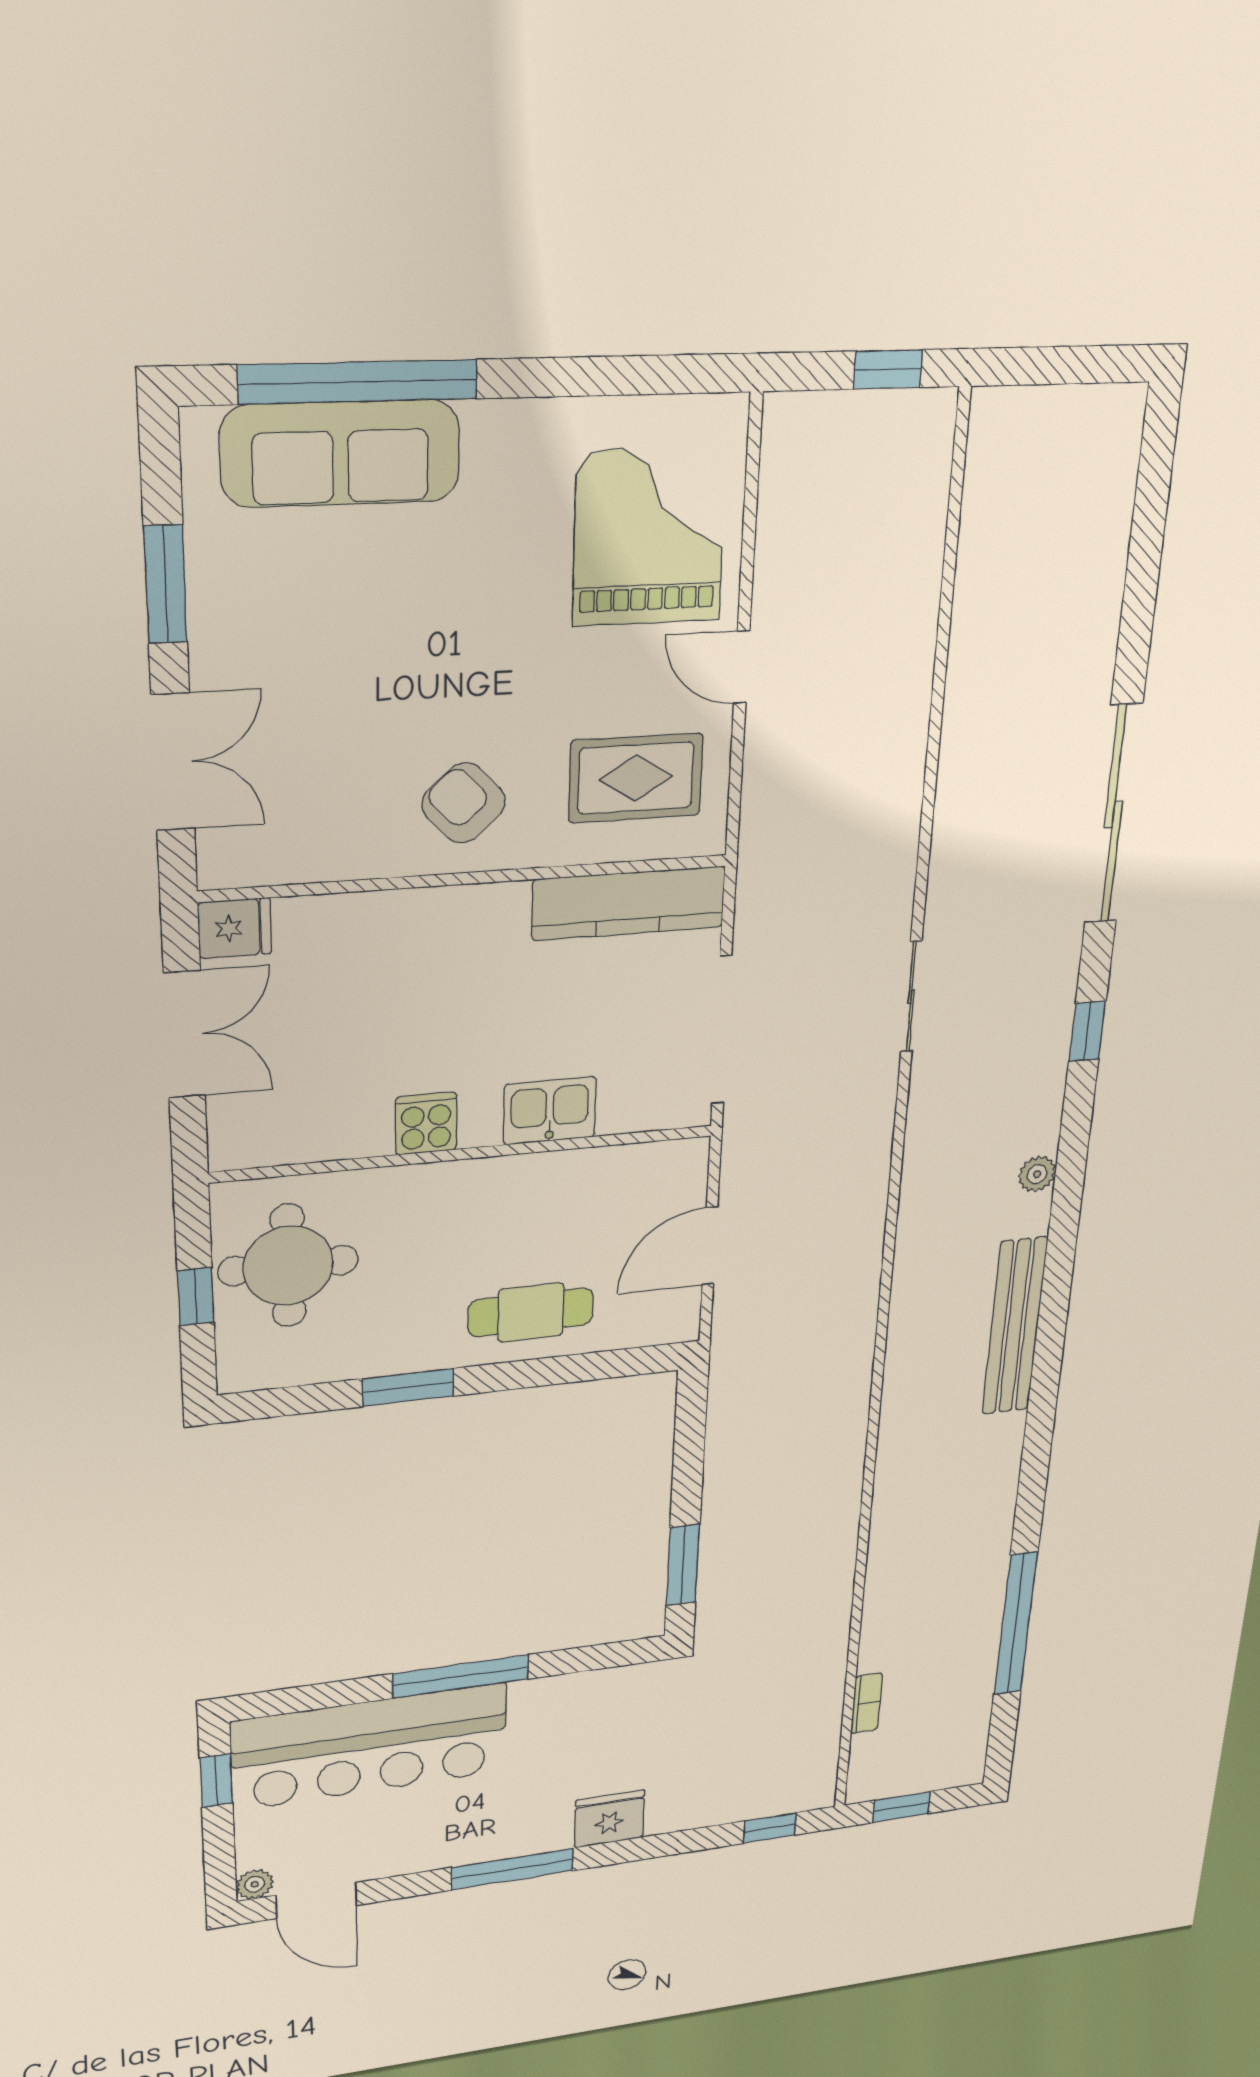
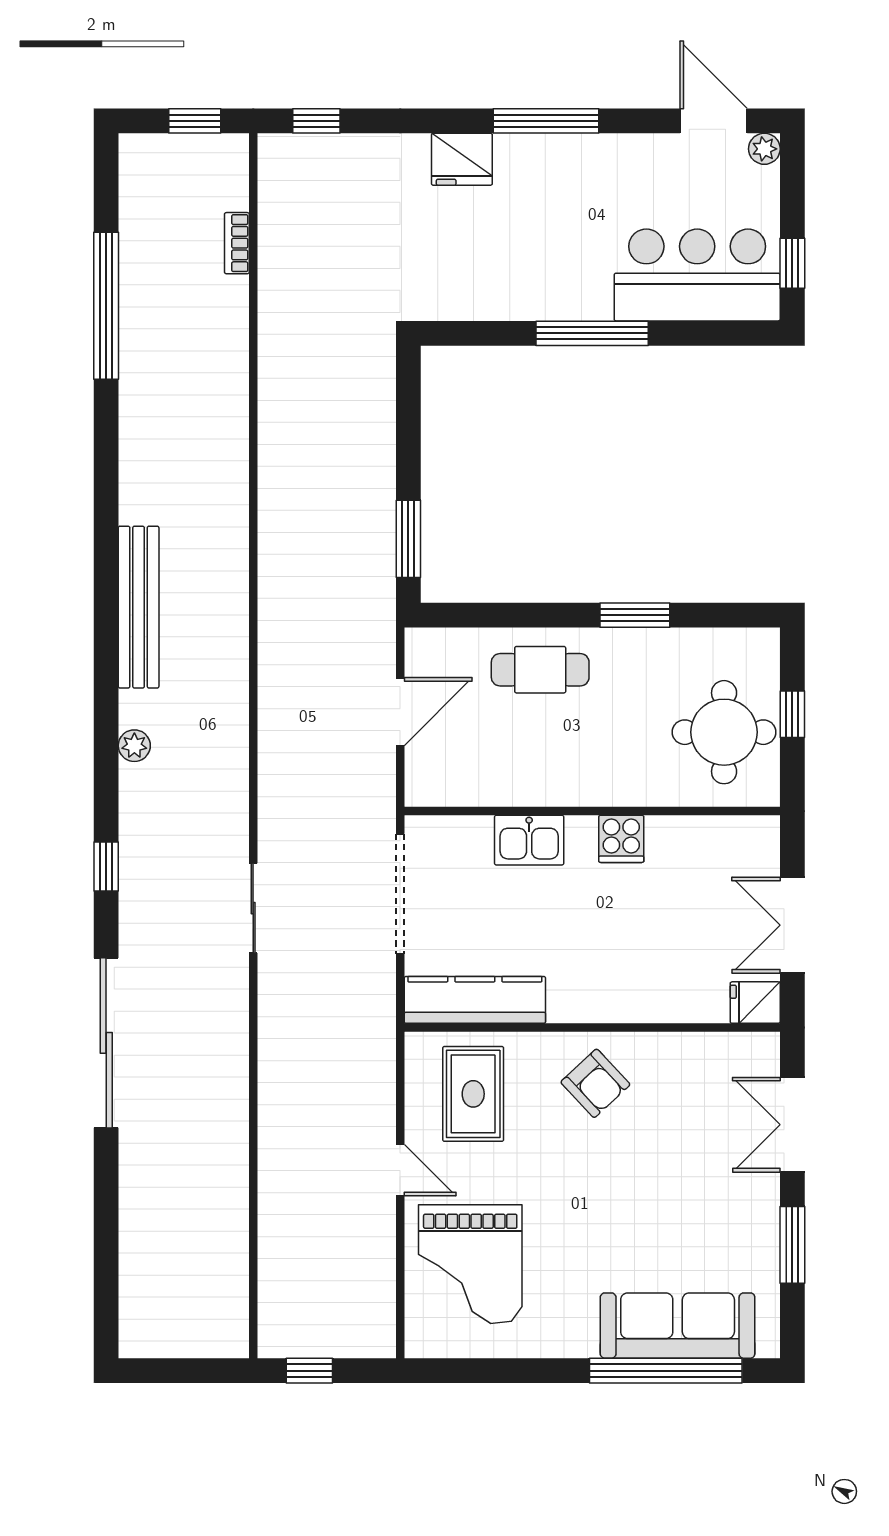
rug: (636, 778) -> (473, 1094), turned 90
window: (683, 1565) -> (408, 539), moved
bar counter: (370, 1747) -> (697, 275), width x0.73

